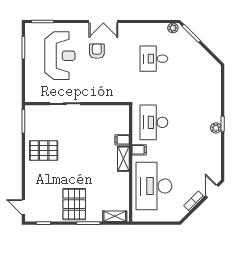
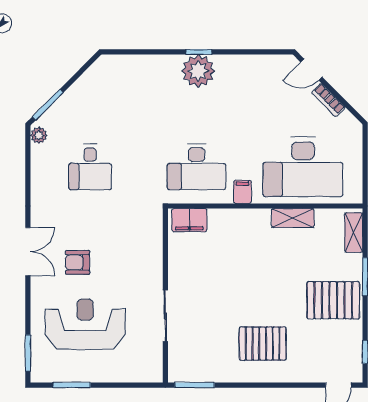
plant: (216, 128) -> (198, 71), width x1.88, depth x1.88
filing cabinet: (122, 140) -> (189, 220), moved, width x2.00
pallet: (44, 151) -> (263, 344), moved, turned 90
shelving: (123, 159) -> (293, 218), moved

